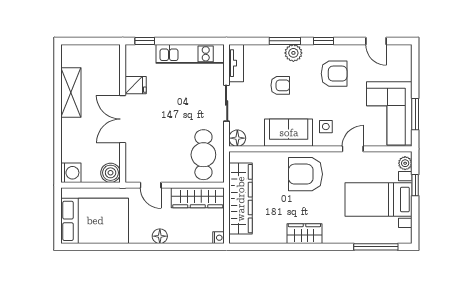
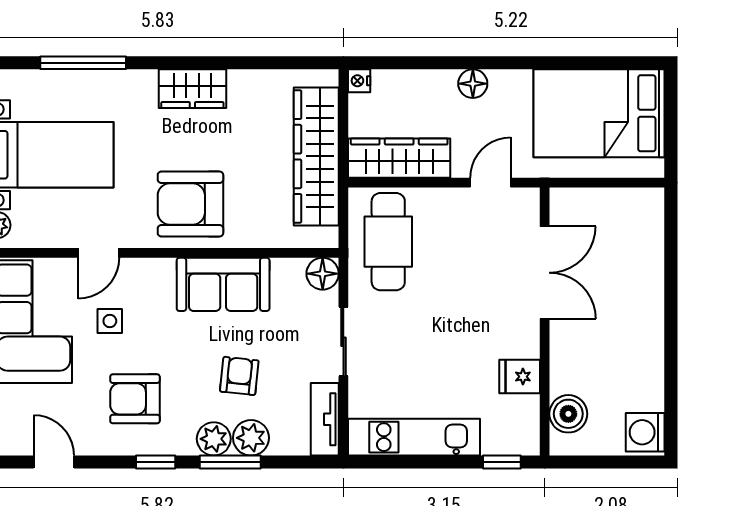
plant: (274, 53) -> (251, 438), added
armchair: (280, 85) -> (239, 376), turned 96
shelving: (71, 92) -> (645, 362), removed
double door: (123, 119) -> (545, 273), moved
side table: (326, 127) -> (110, 321), moved
washing machine: (71, 173) -> (645, 432), moved
boiler: (111, 173) -> (568, 414), moved
armchair: (305, 174) -> (190, 204), turned 180
door: (151, 185) -> (491, 183), hinge flipped
window: (376, 247) -> (83, 63), moved

